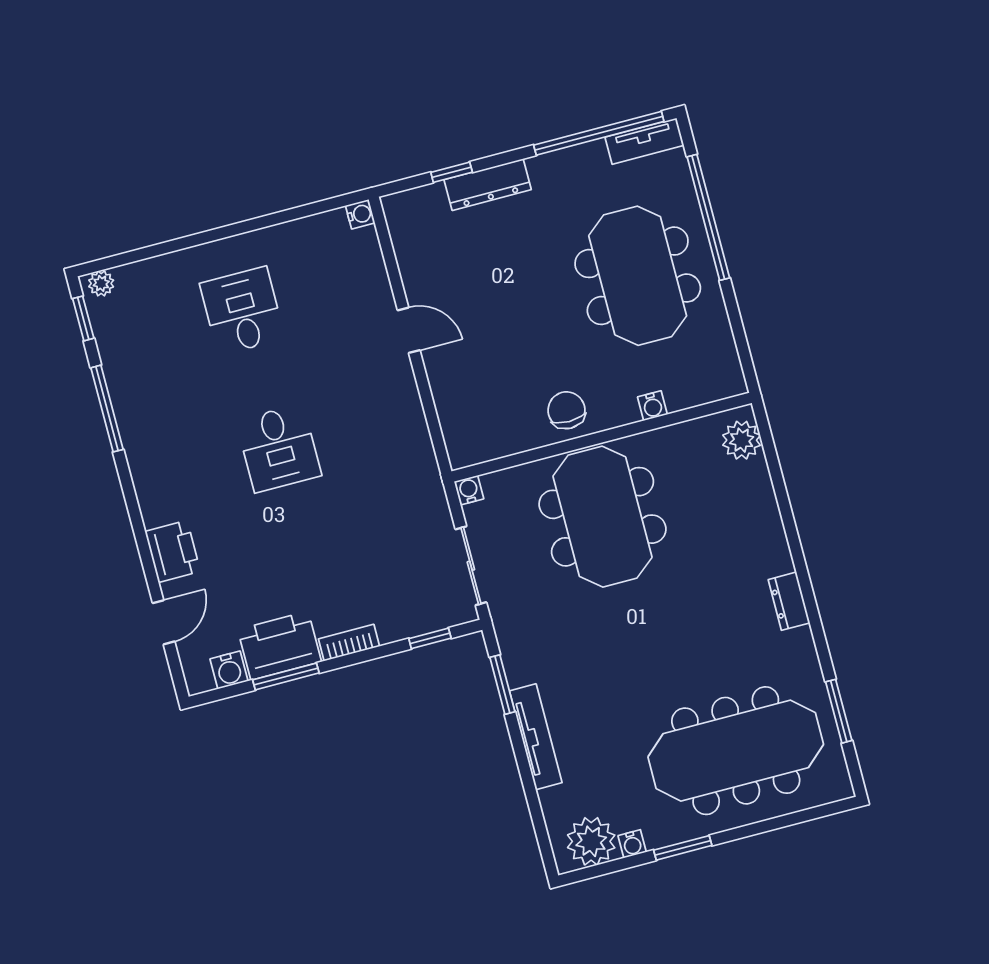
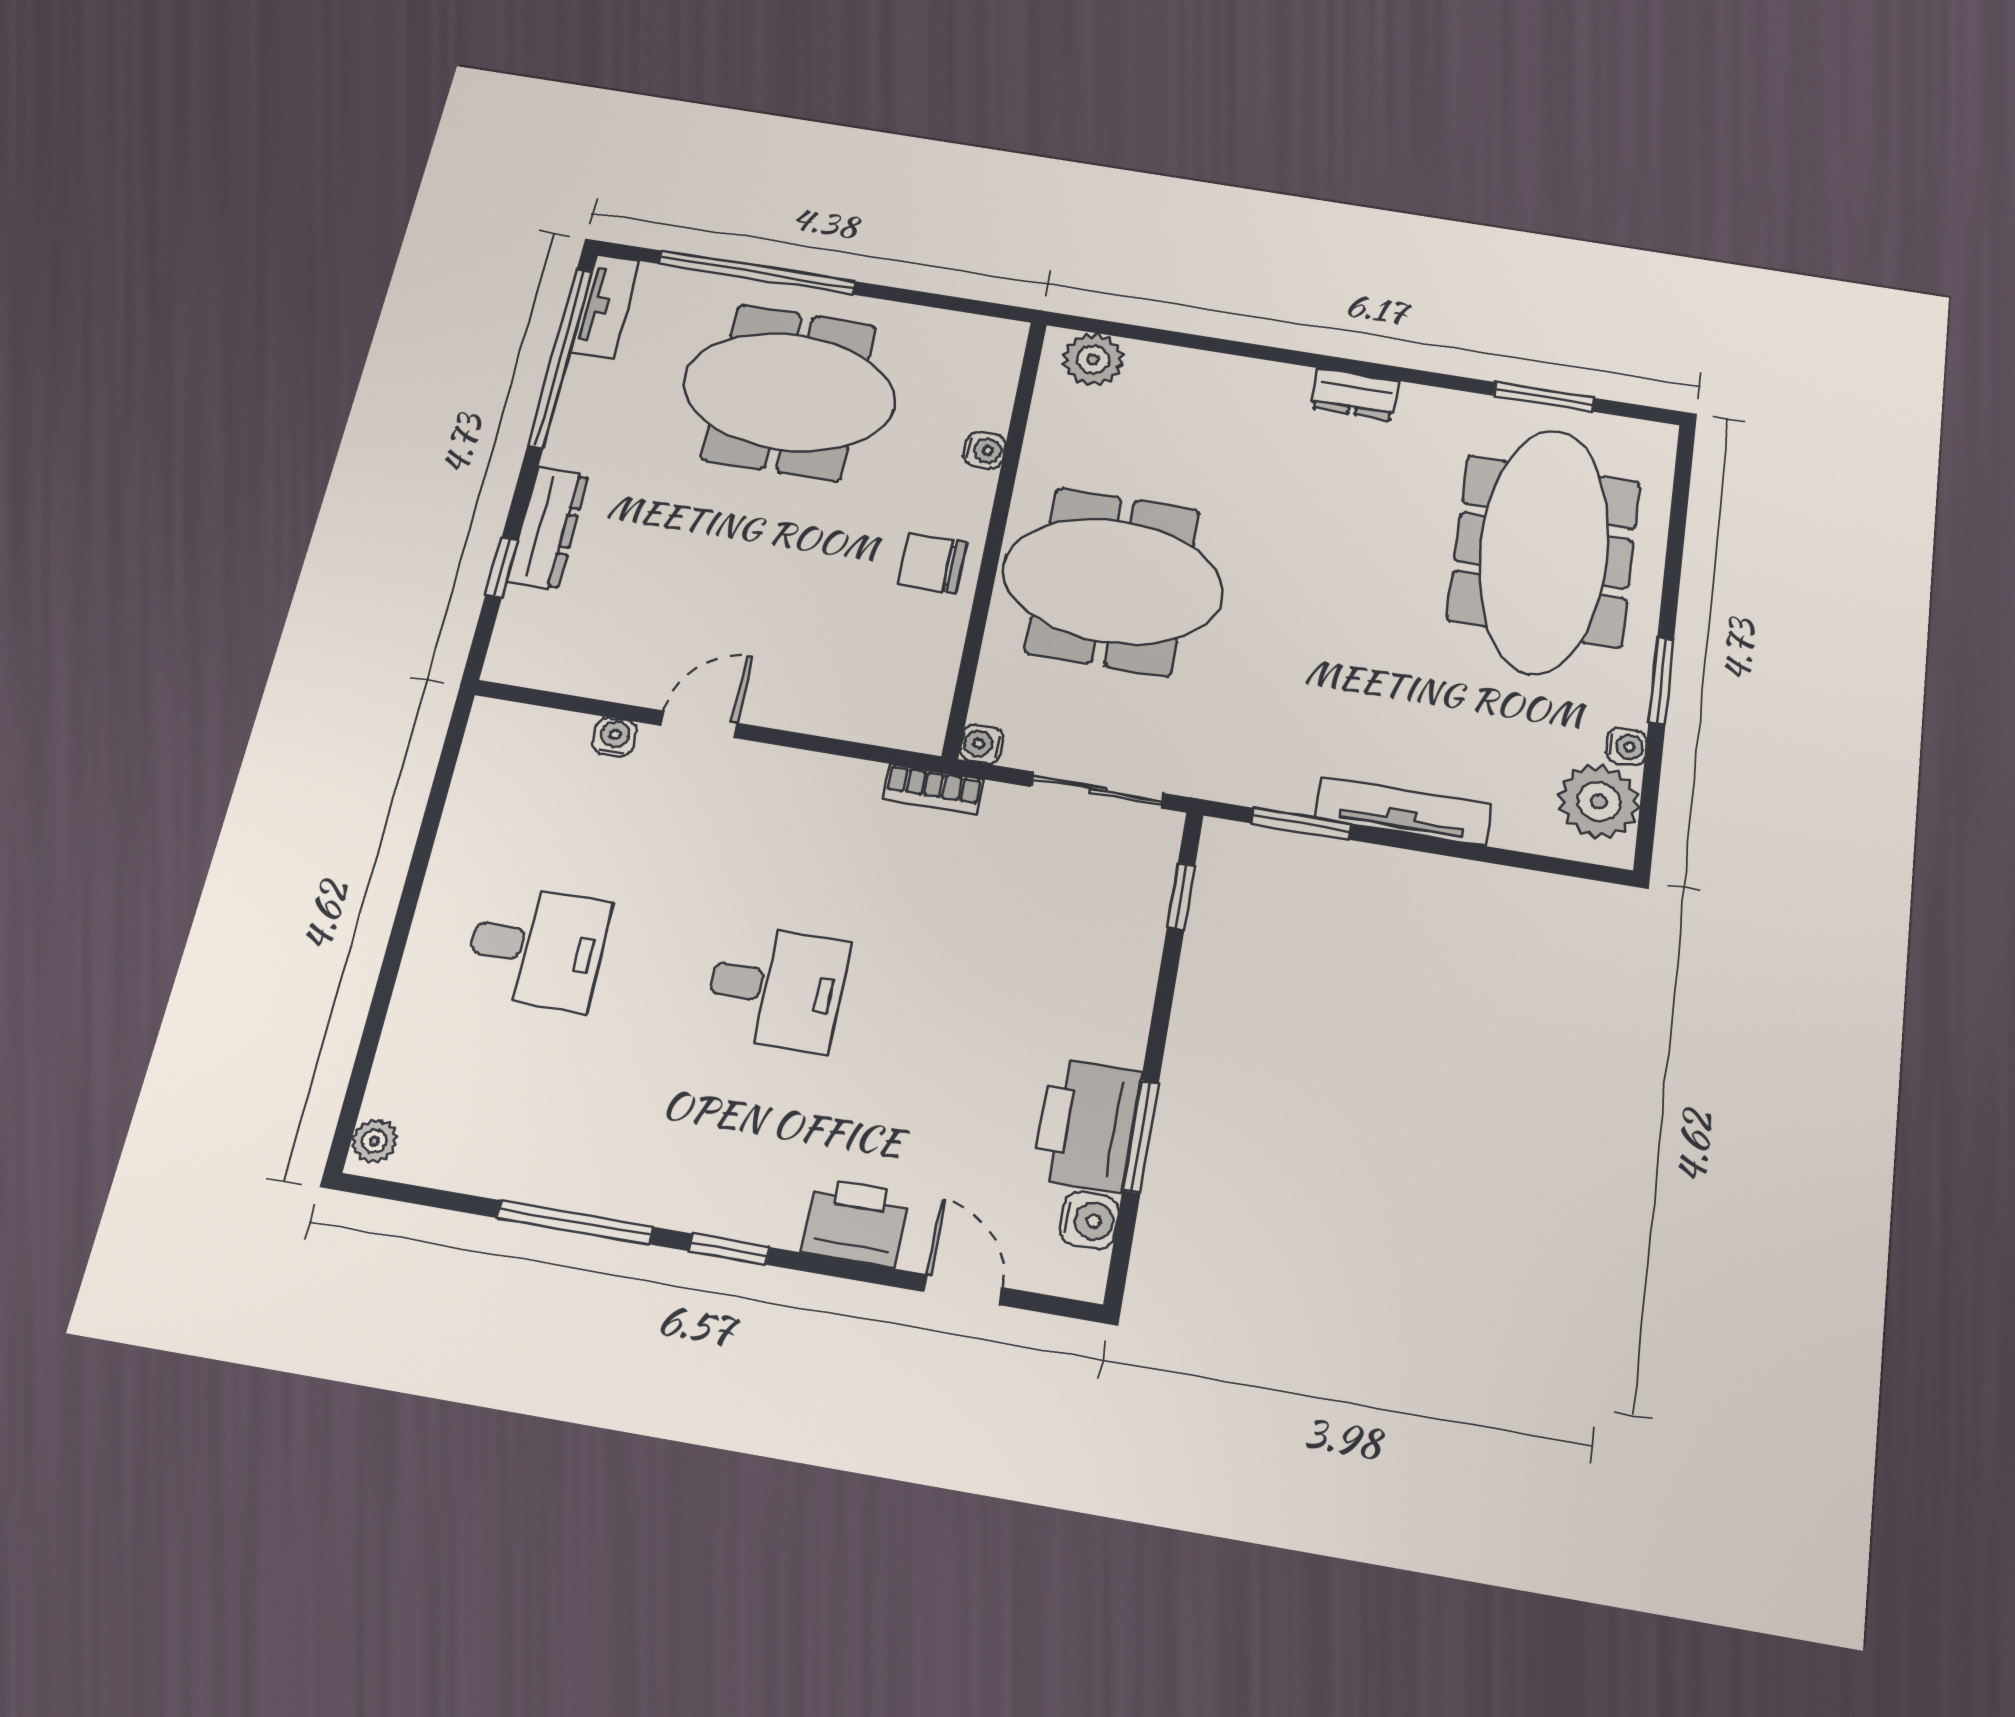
water cooler: (360, 214) -> (615, 737), moved
desk: (242, 311) -> (537, 947), turned 180
window: (83, 318) -> (729, 1249), moved
bookcase: (349, 643) -> (933, 789), moved, turned -90

